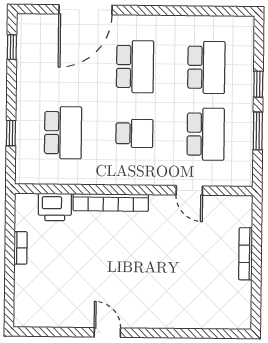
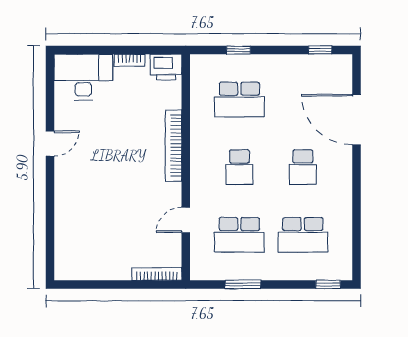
school desk: (135, 67) -> (303, 167), width x0.54
window: (258, 84) -> (328, 284), moved
printer: (55, 207) -> (166, 67), moved, turned -90
bookcase: (246, 254) -> (157, 274), moved
desk: (38, 297) -> (83, 77), added

